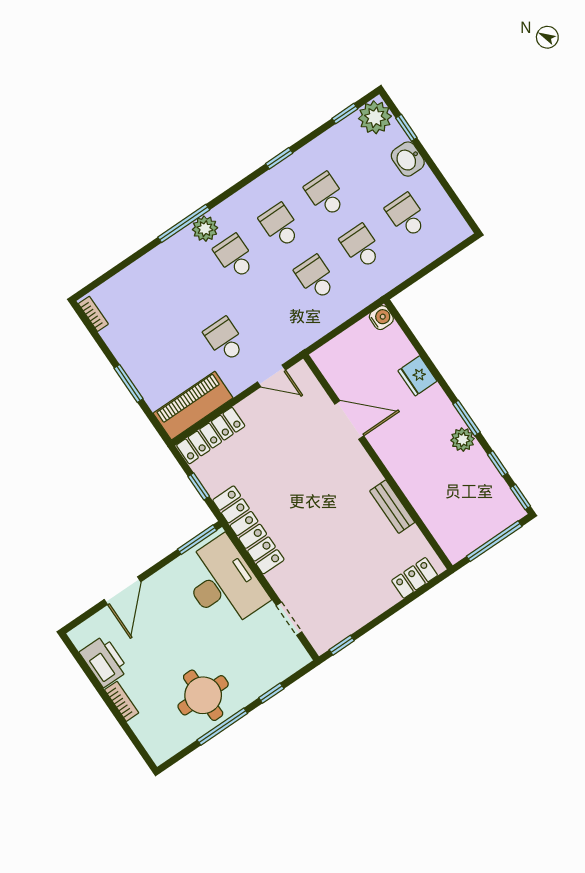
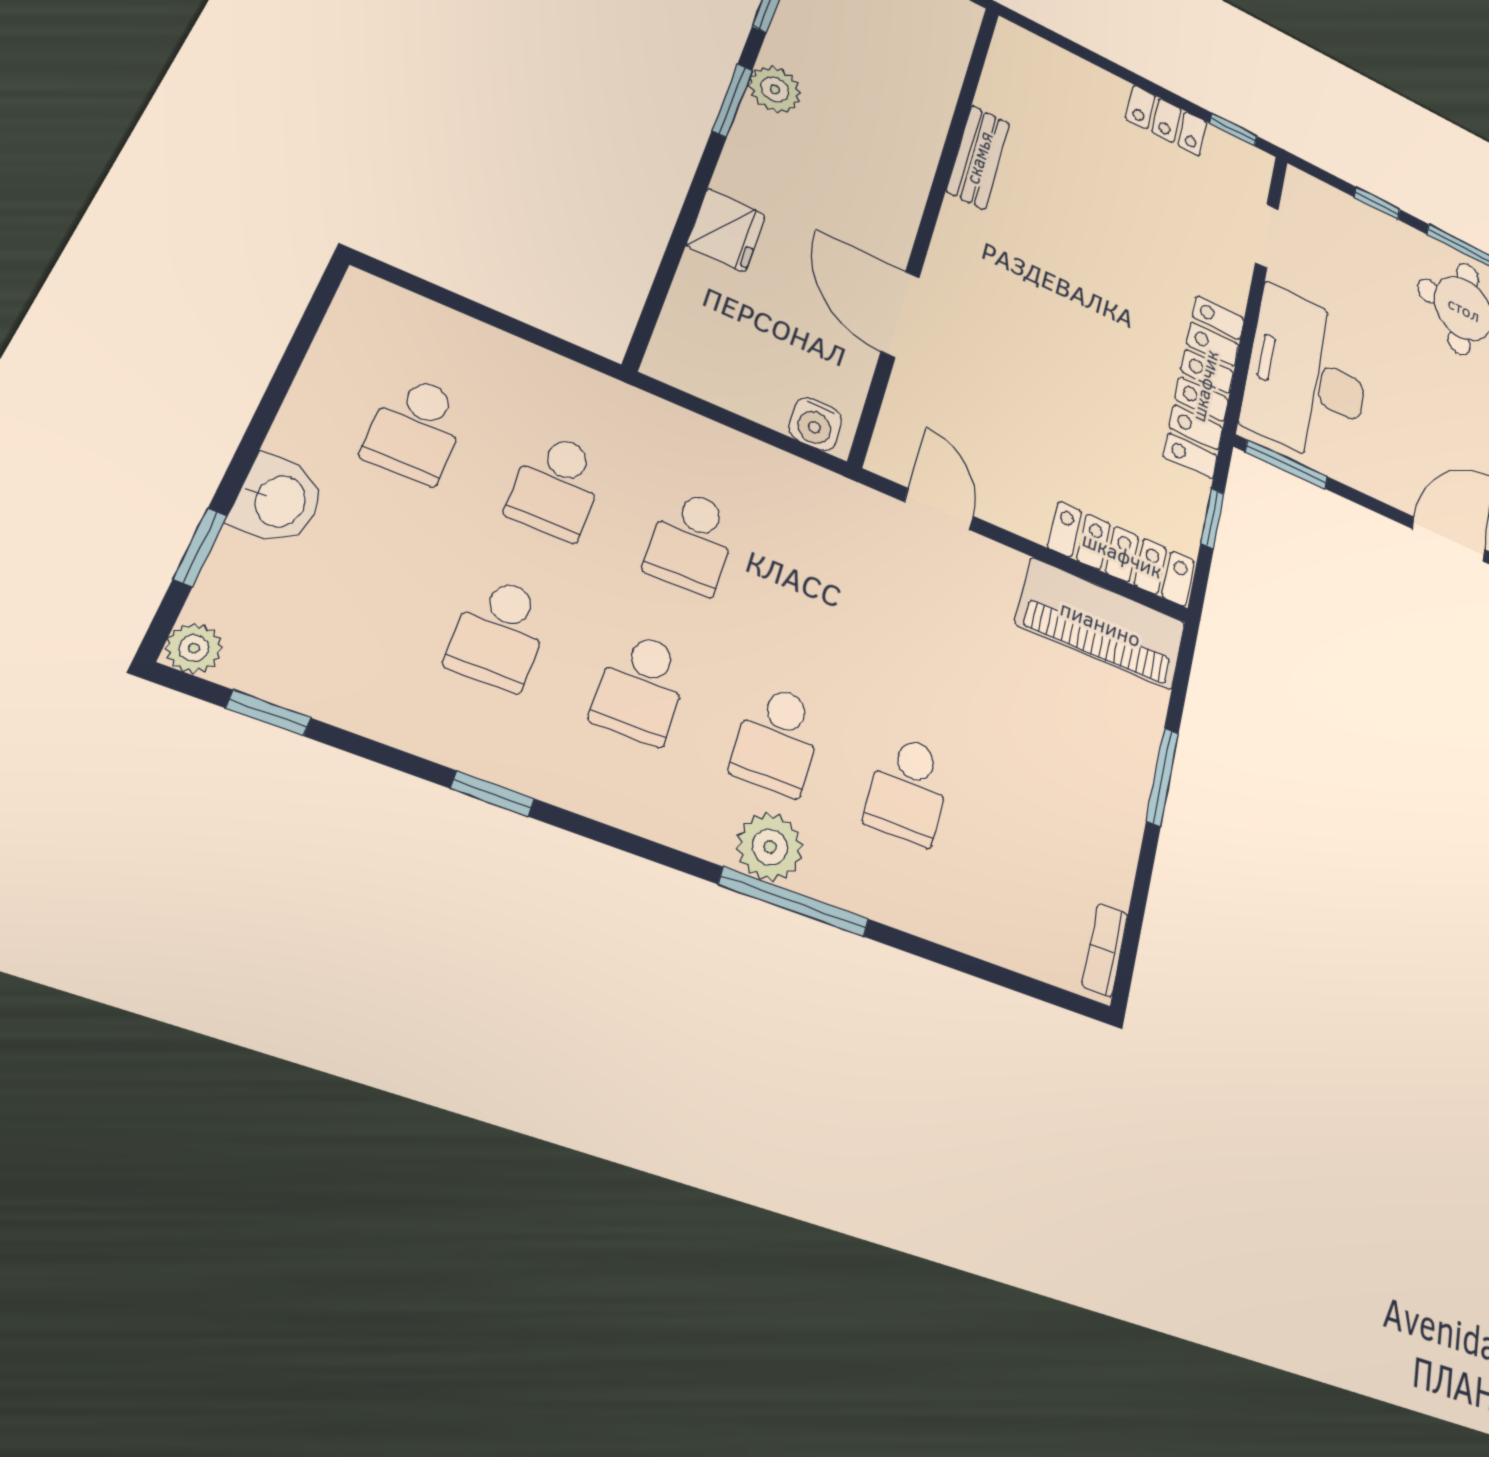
plant: (375, 117) -> (194, 648), width x0.53, depth x0.53
water cooler: (381, 318) -> (815, 424), moved, turned -90
school desk: (225, 340) -> (908, 790), moved
locker: (415, 578) -> (1166, 120), moved

